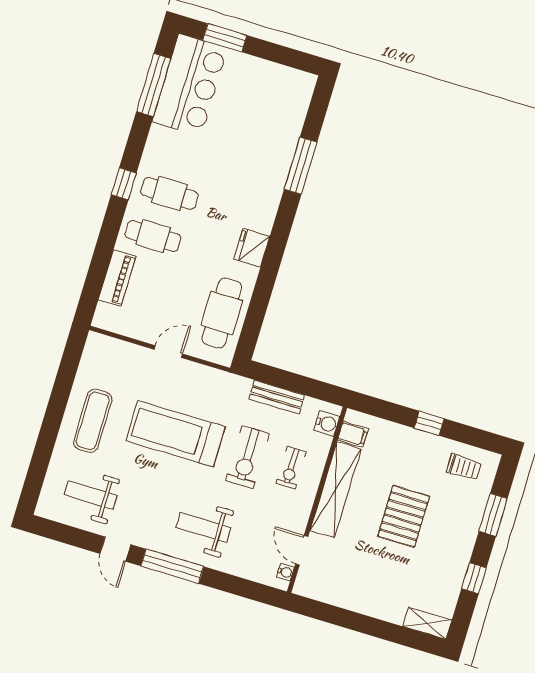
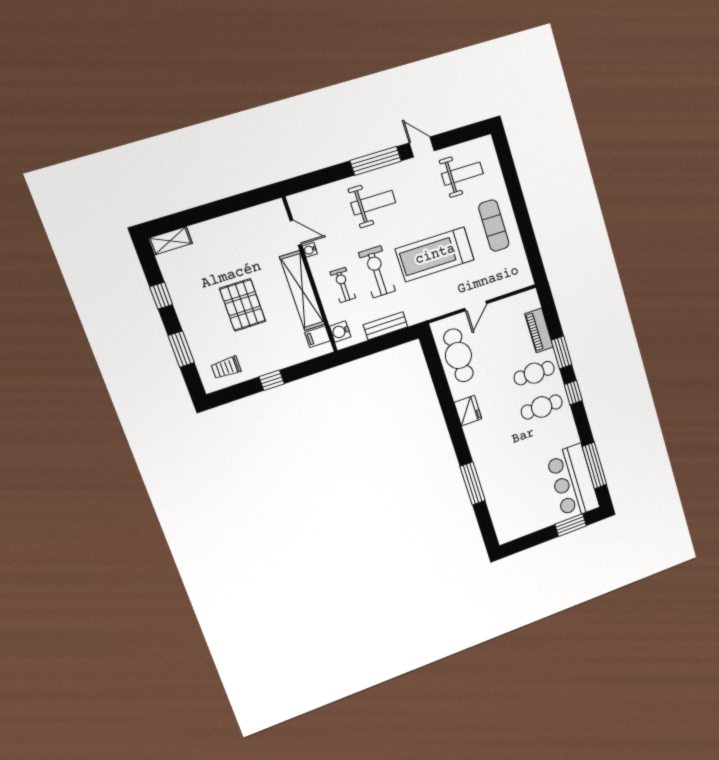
window: (108, 237) -> (562, 352), added
treadmill: (176, 434) -> (435, 254), turned 180
water cooler: (285, 572) -> (310, 250), moved

